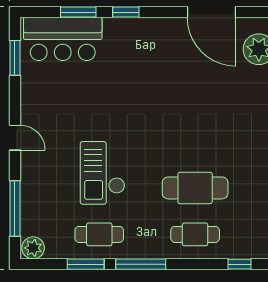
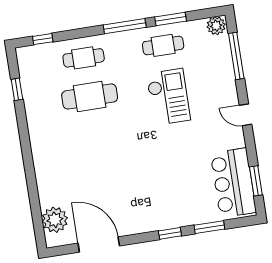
bar counter: (63, 39) -> (233, 183), moved, turned -90

